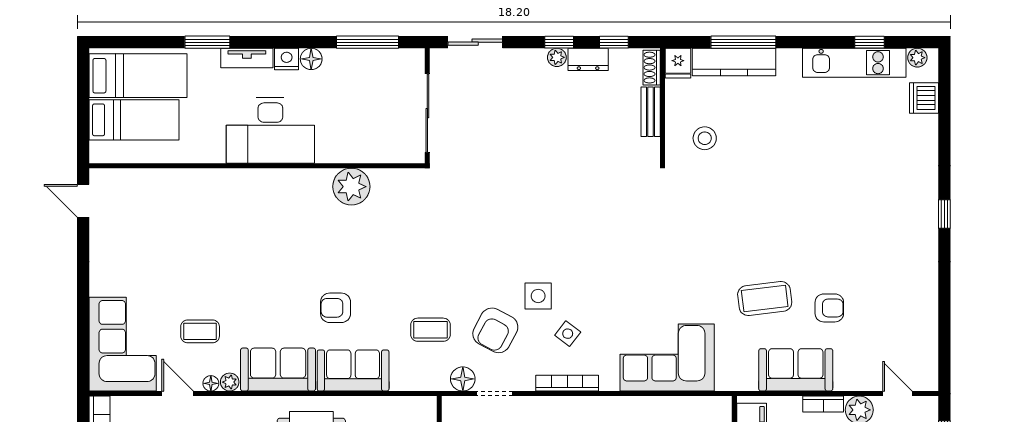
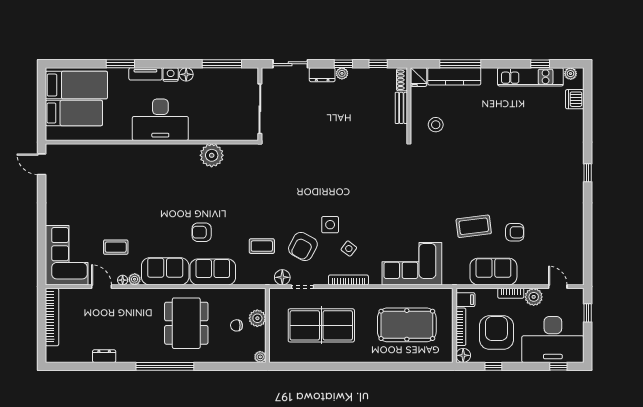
dresser: (588, 59) -> (322, 75), moved

